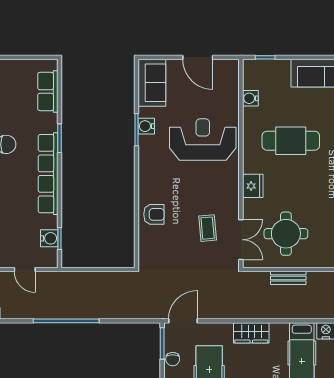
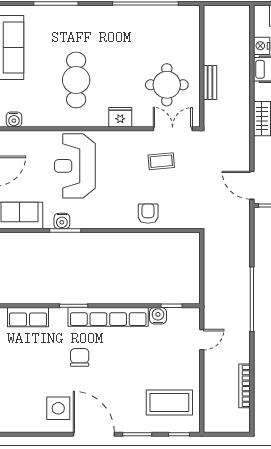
water cooler: (250, 98) -> (14, 119), moved
water cooler: (49, 238) -> (158, 316), moved

